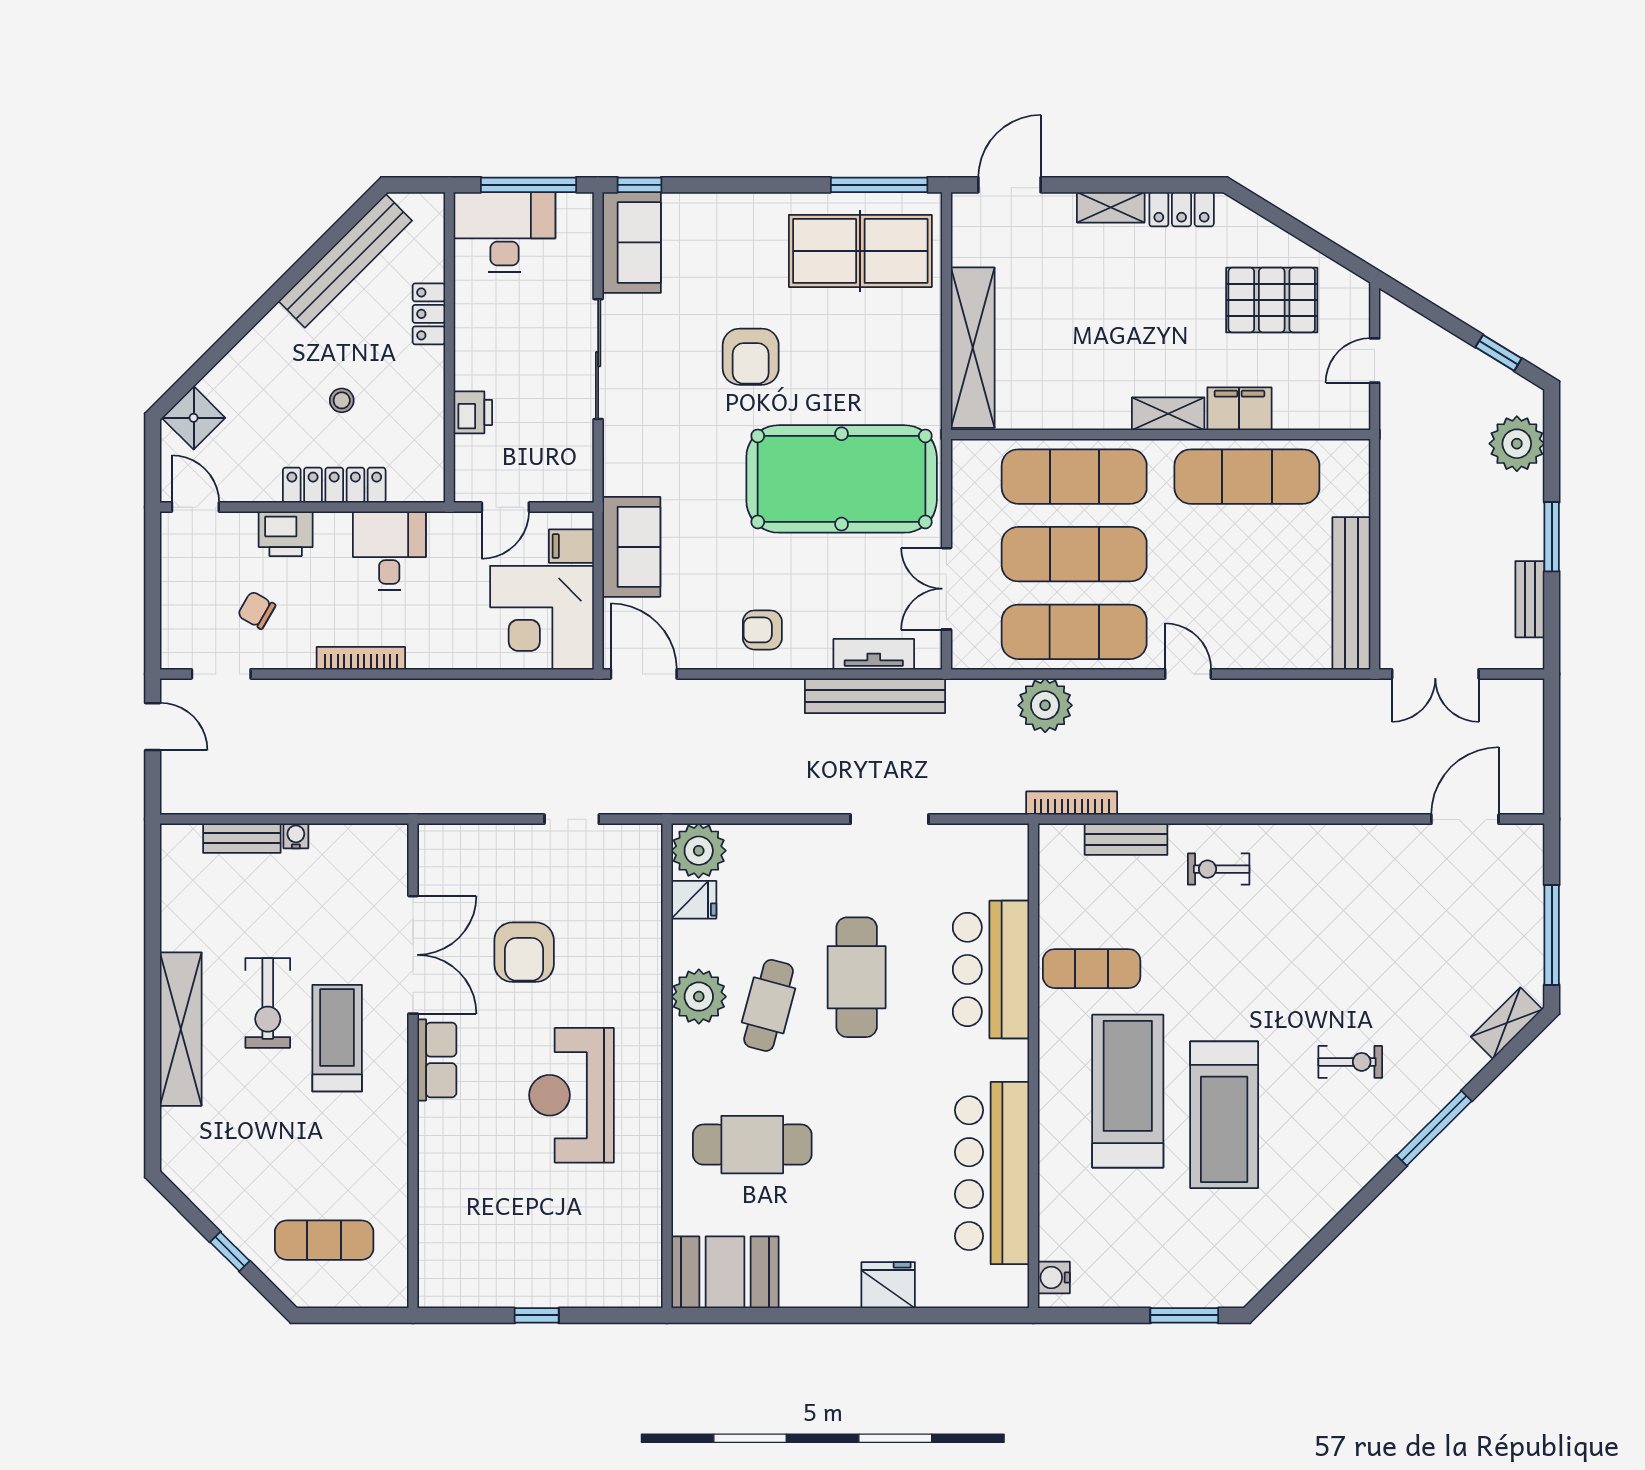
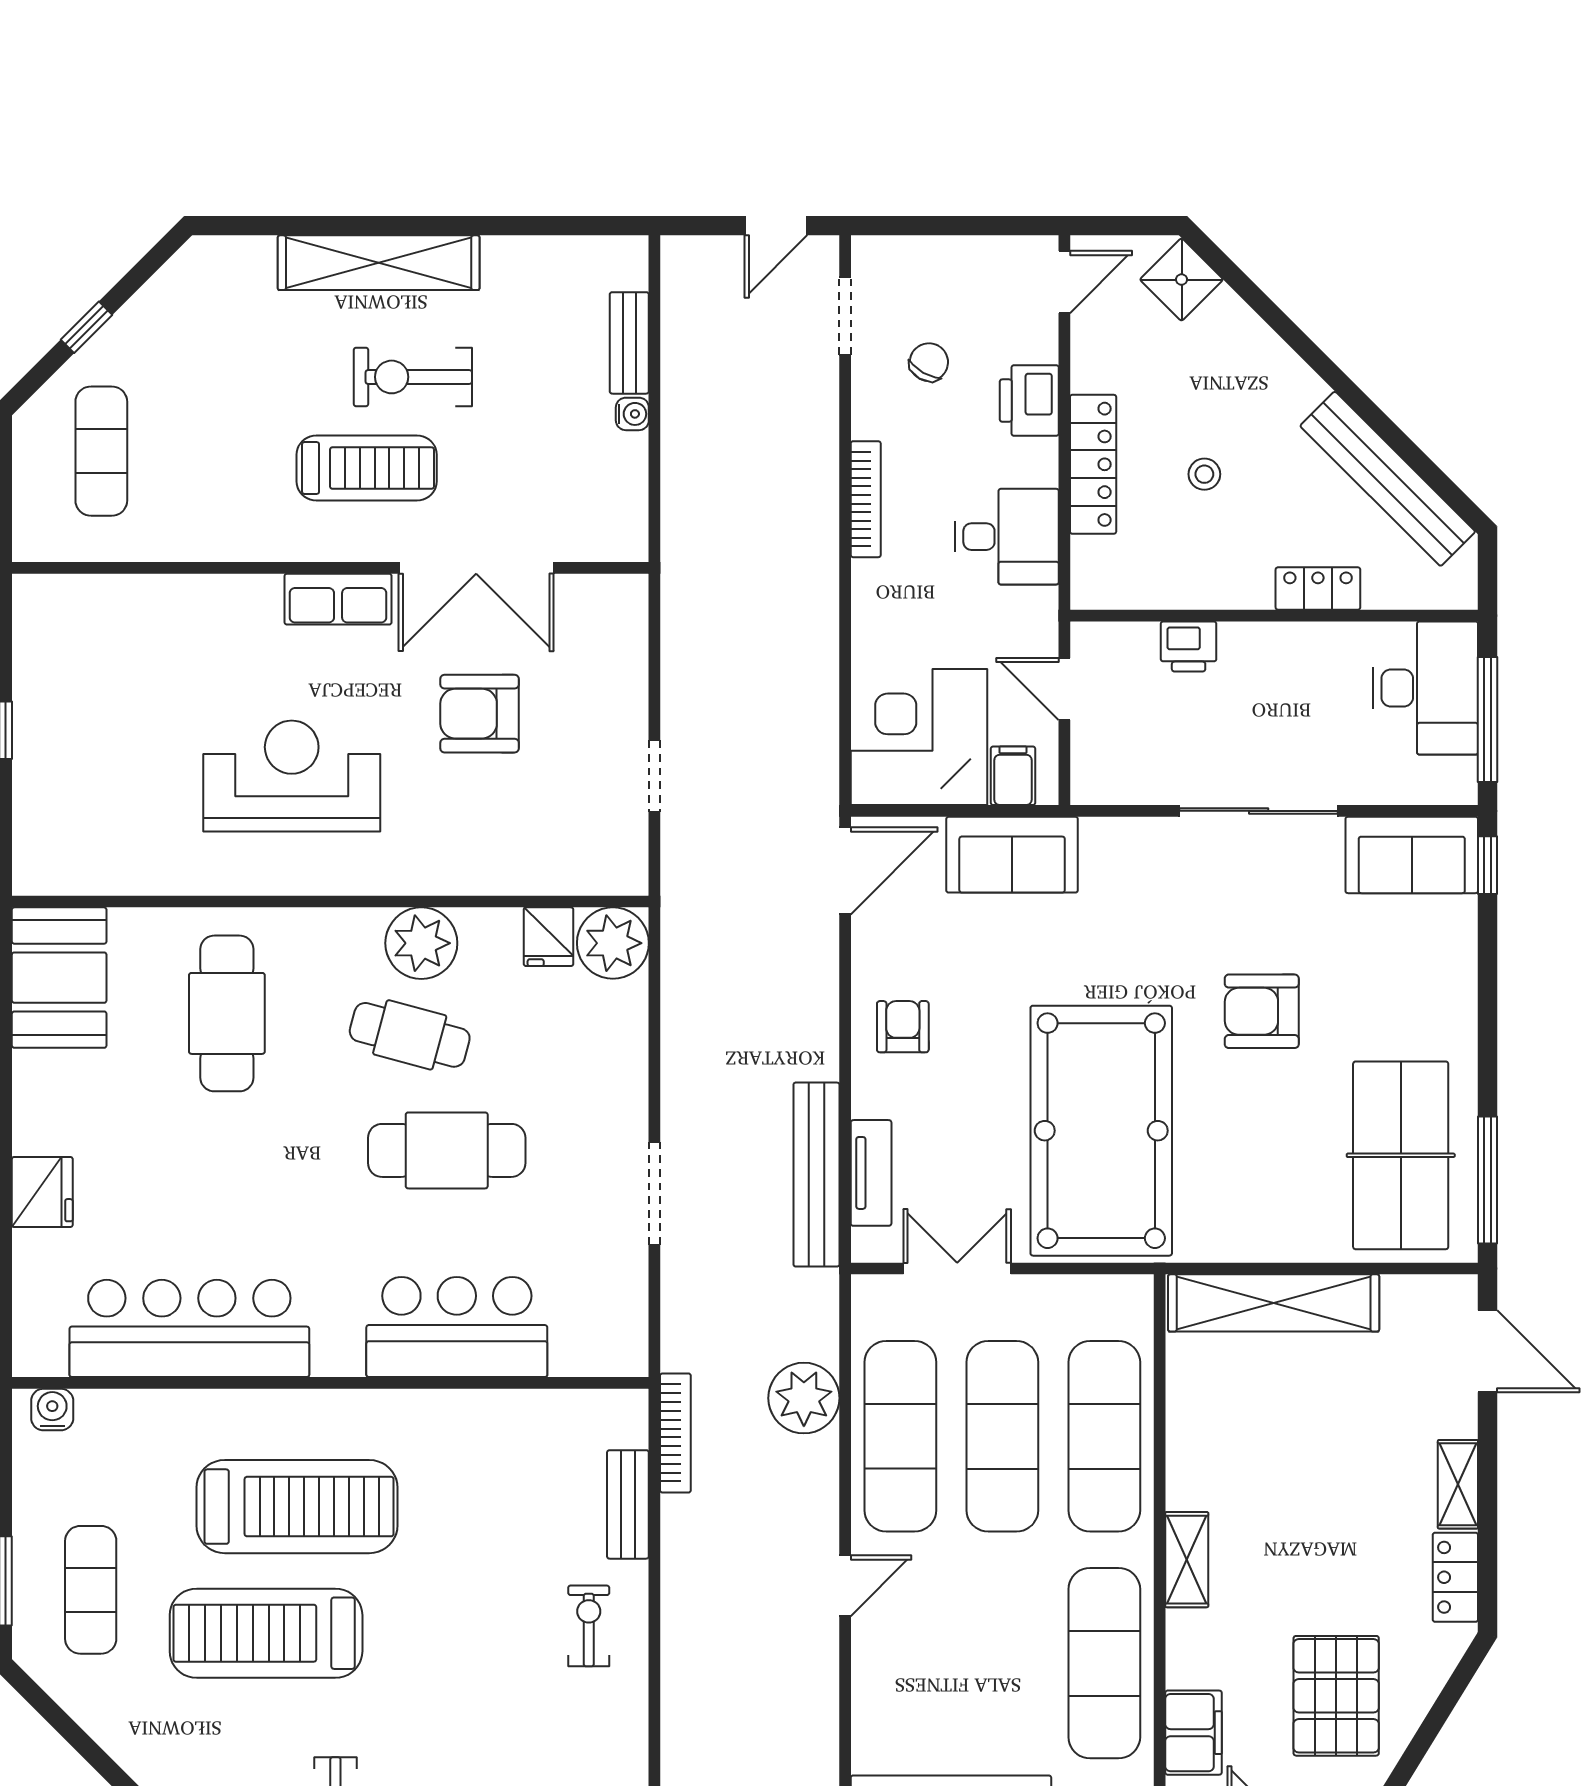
filing cabinet: (1239, 409) -> (1193, 1733), moved
exercise mat: (1092, 969) -> (91, 1590), moved

